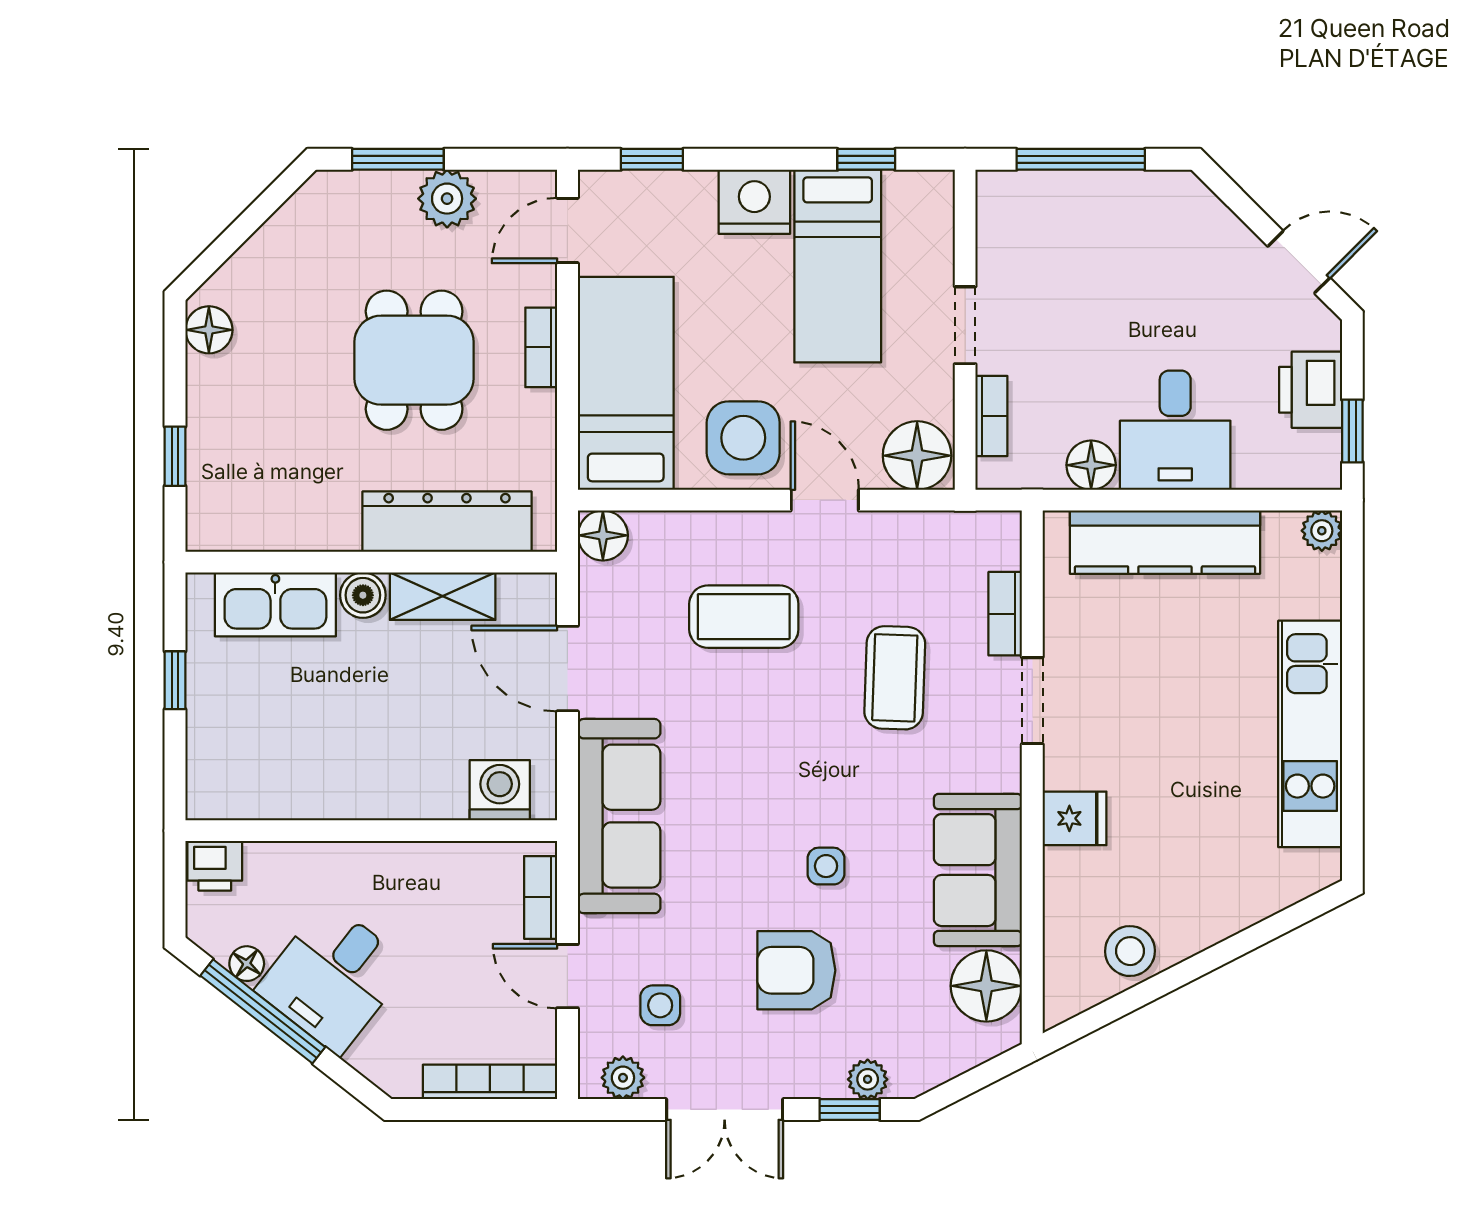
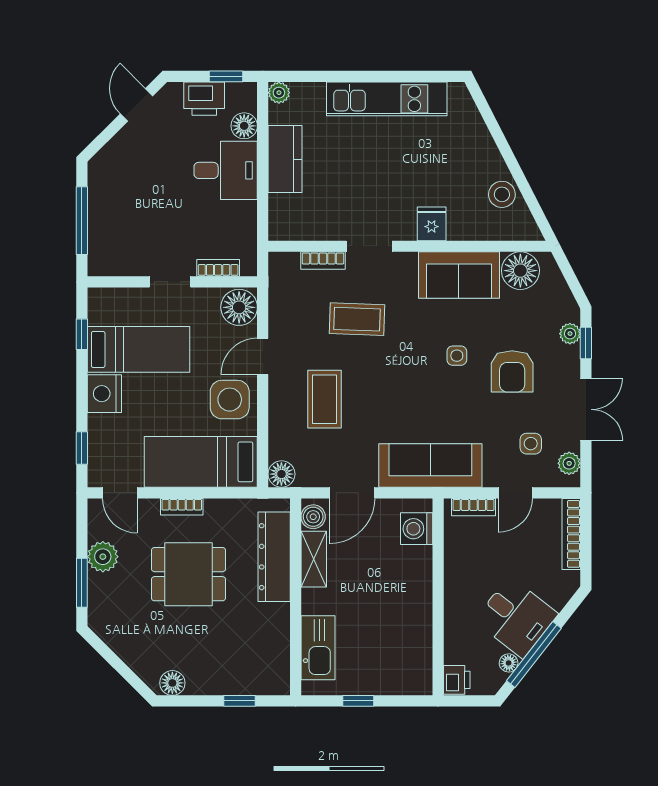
floor lamp: (1091, 465) -> (244, 126), moved
kitchen counter: (1165, 542) -> (285, 159), width x0.67
boiler: (363, 595) -> (313, 517), moved

